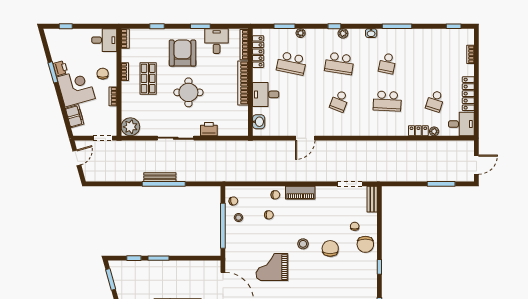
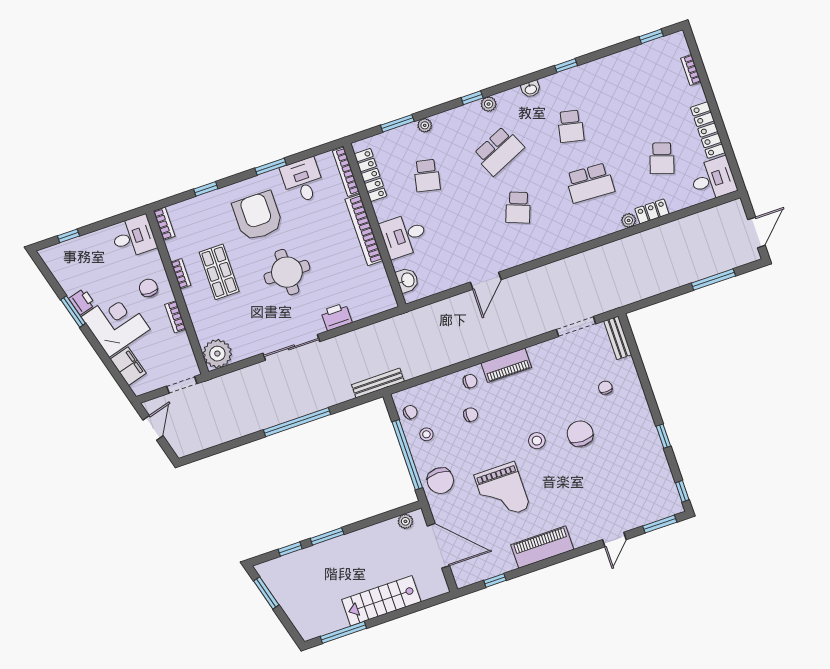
window: (397, 26) -> (566, 66), width x0.46
school desk: (292, 63) -> (427, 175), width x0.54
school desk: (339, 63) -> (499, 151), turned -33
plant: (434, 131) -> (629, 220), moved
bench: (160, 177) -> (378, 383), moved
chair: (365, 244) -> (440, 481), moved
plant: (208, 265) -> (405, 521), added
grand piano: (272, 267) -> (502, 492), turned -90

